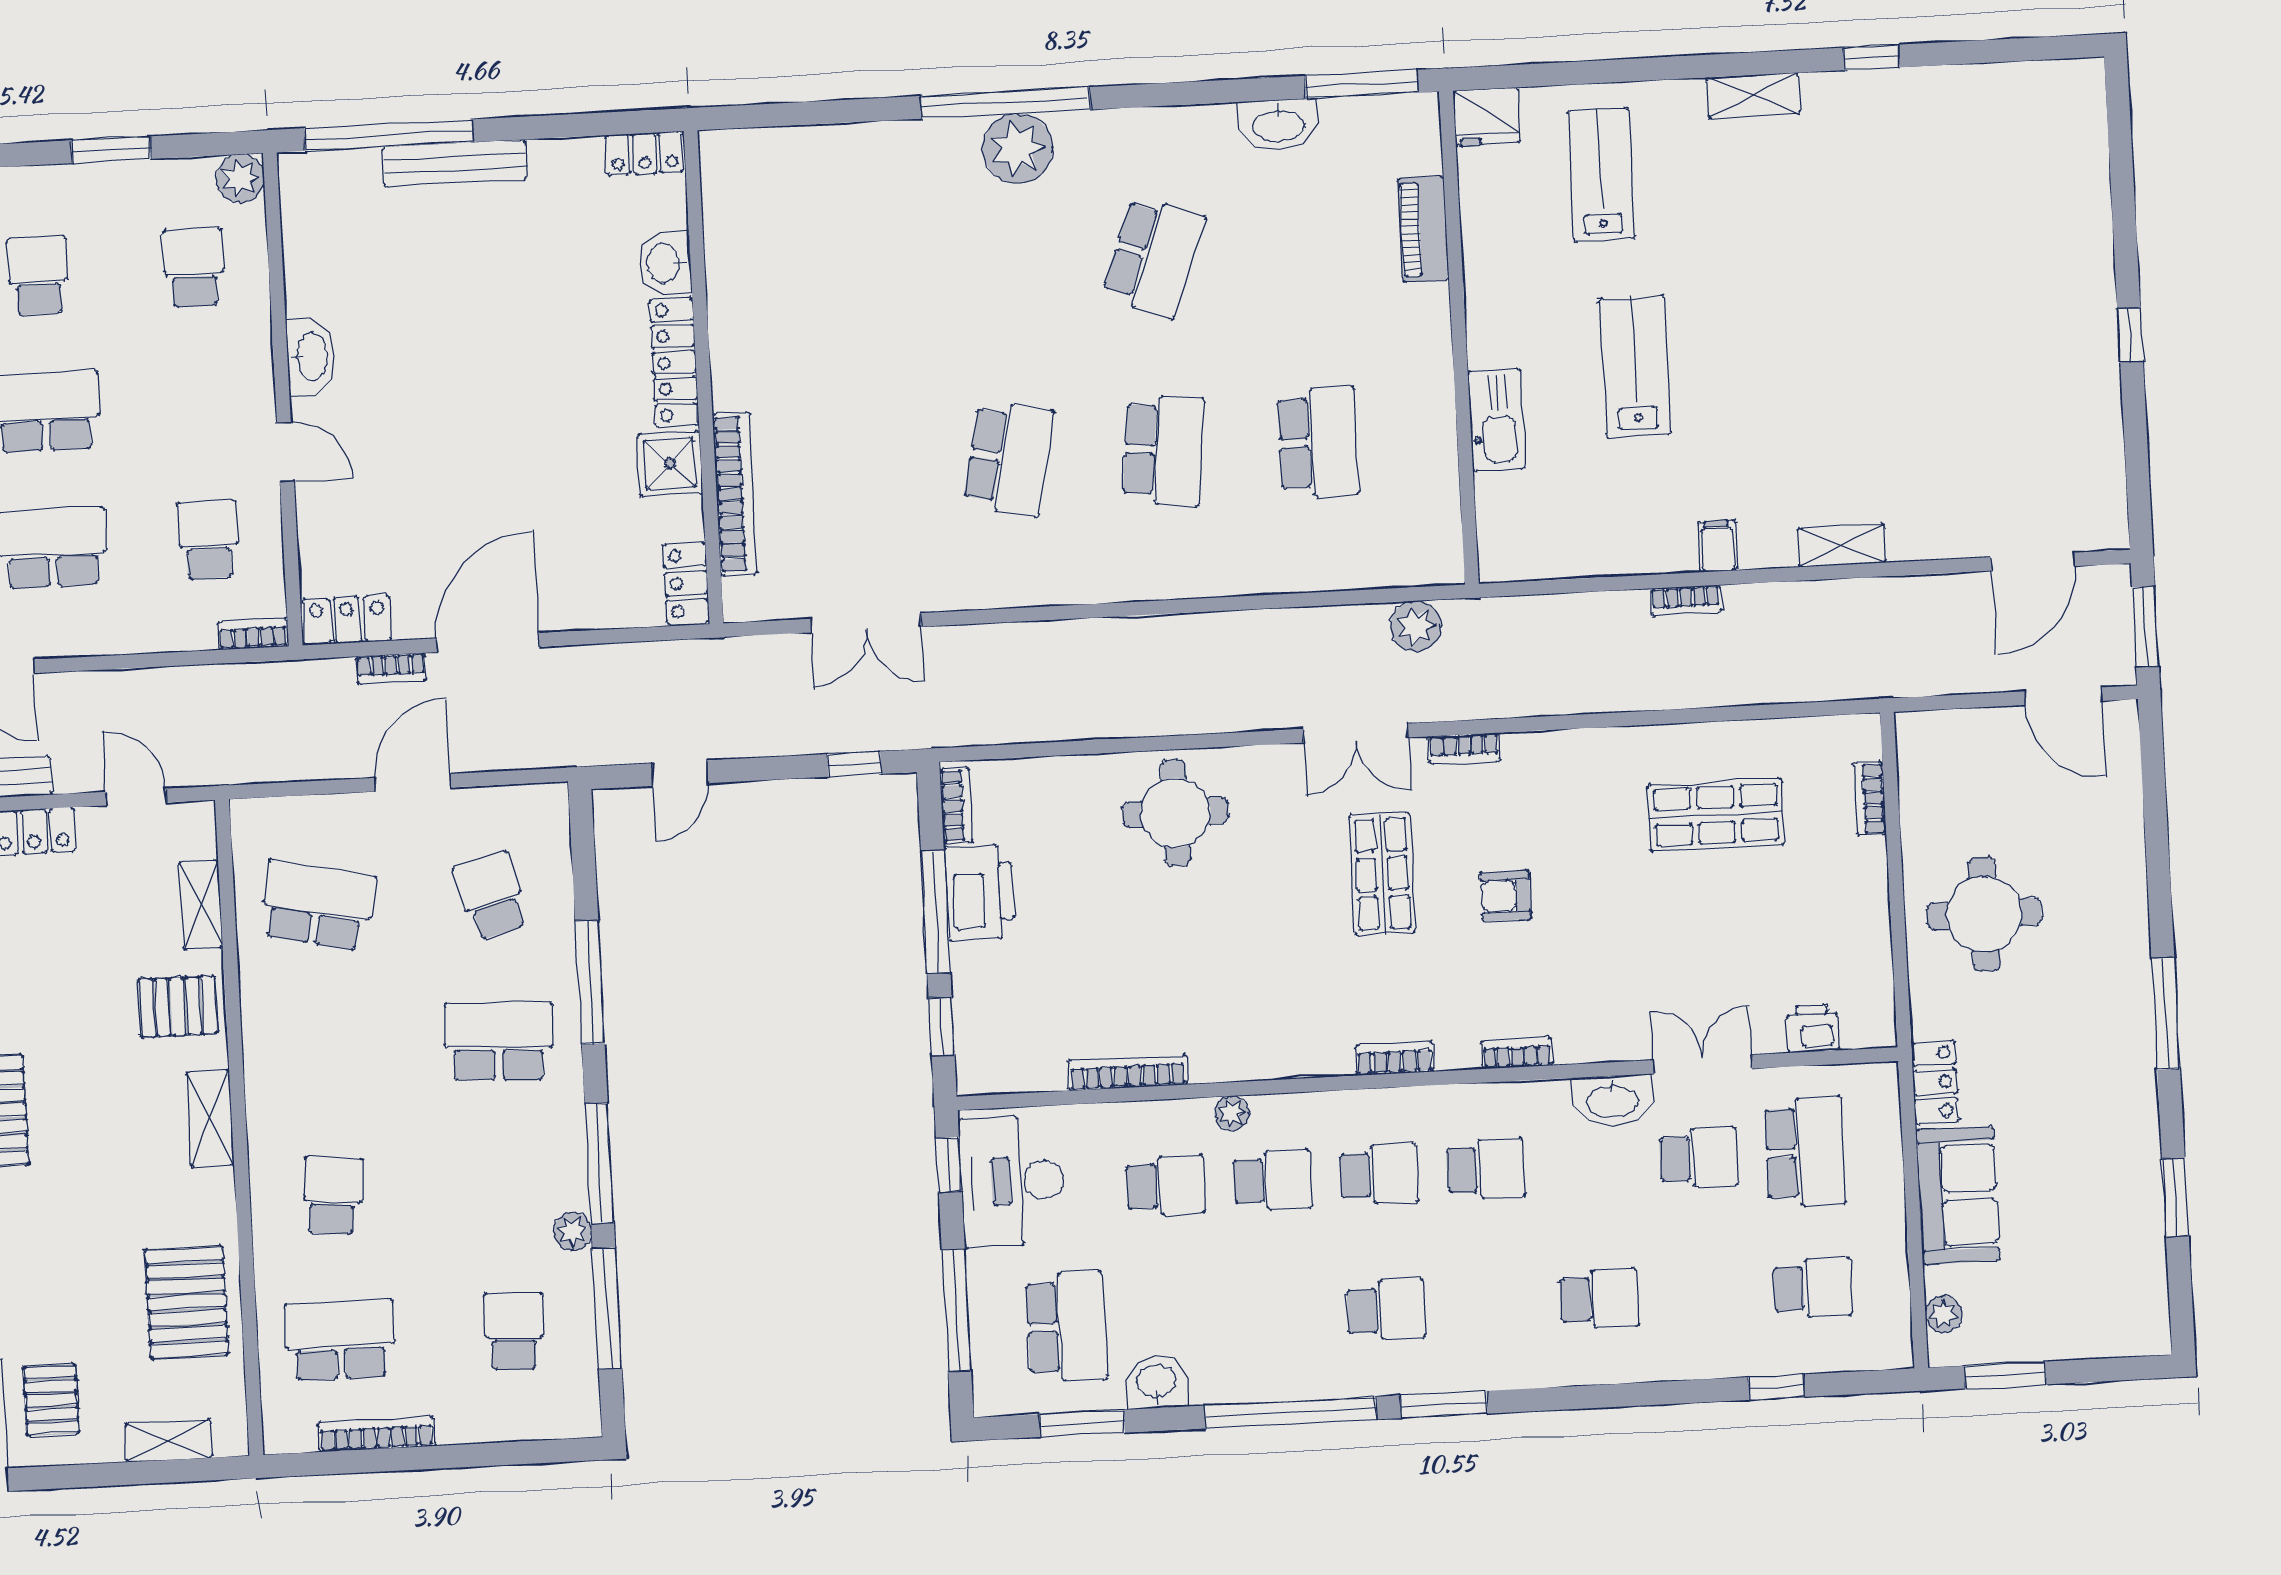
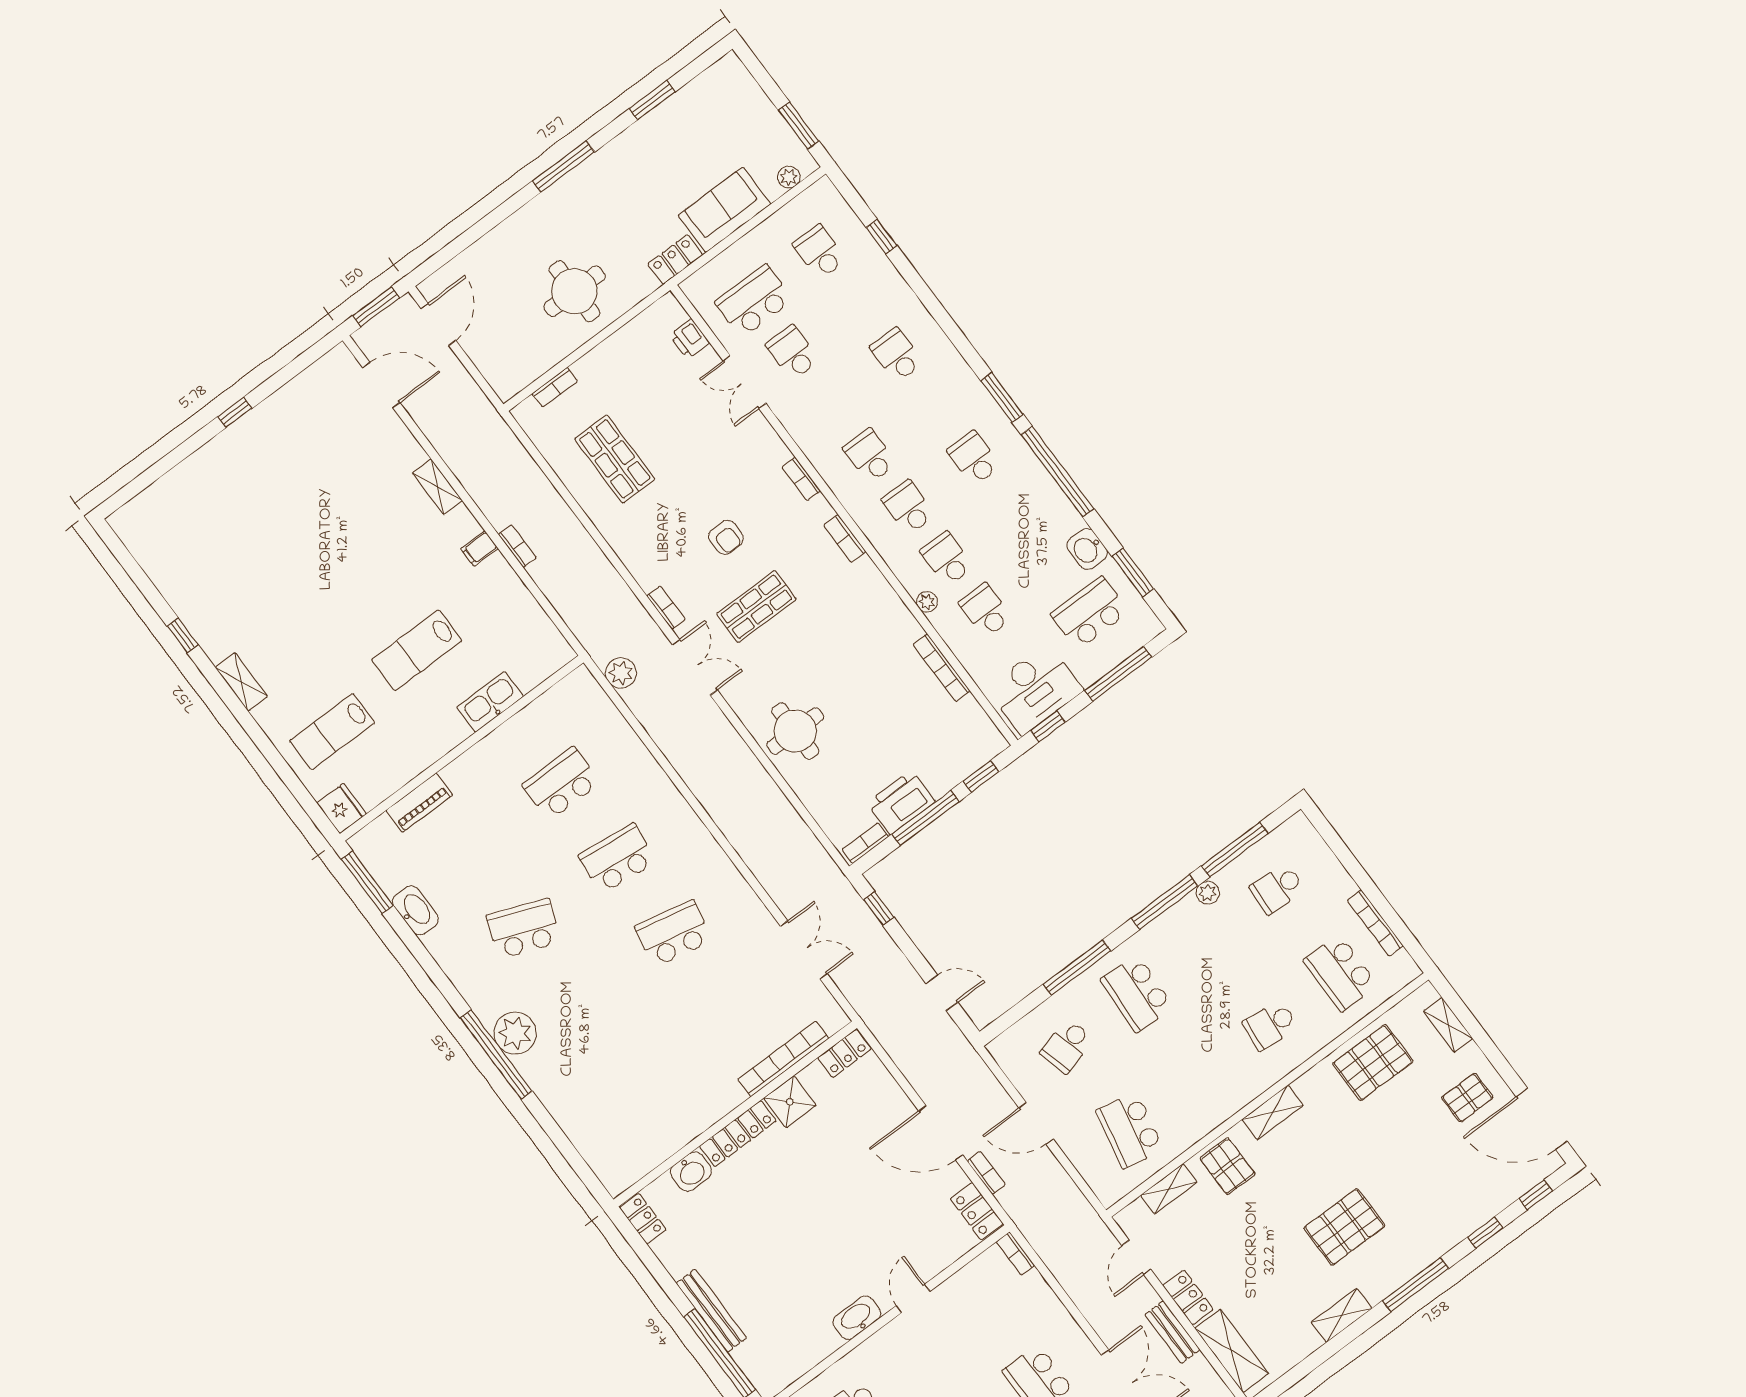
school desk: (208, 540) -> (983, 1308), removed
washbasin: (1612, 1101) -> (793, 415), removed

